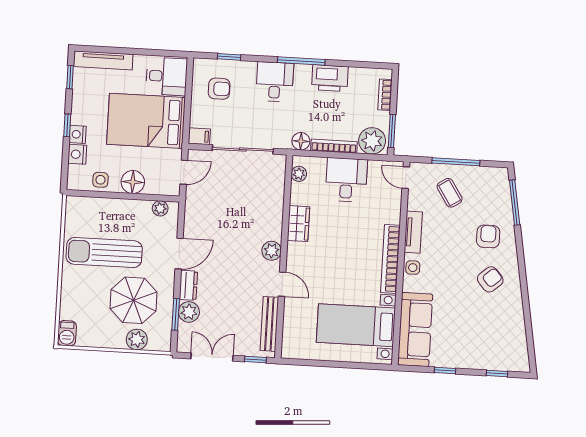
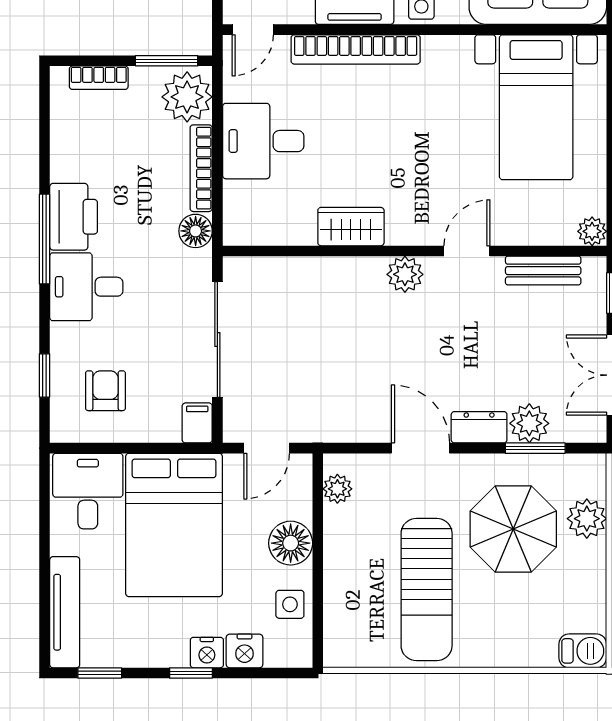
printer: (330, 78) -> (74, 217), moved
door: (184, 172) -> (267, 448), swing flipped
plant: (299, 174) -> (592, 231), moved
bookcase: (390, 259) -> (356, 49), moved
bench: (269, 324) -> (543, 271), width x0.73

